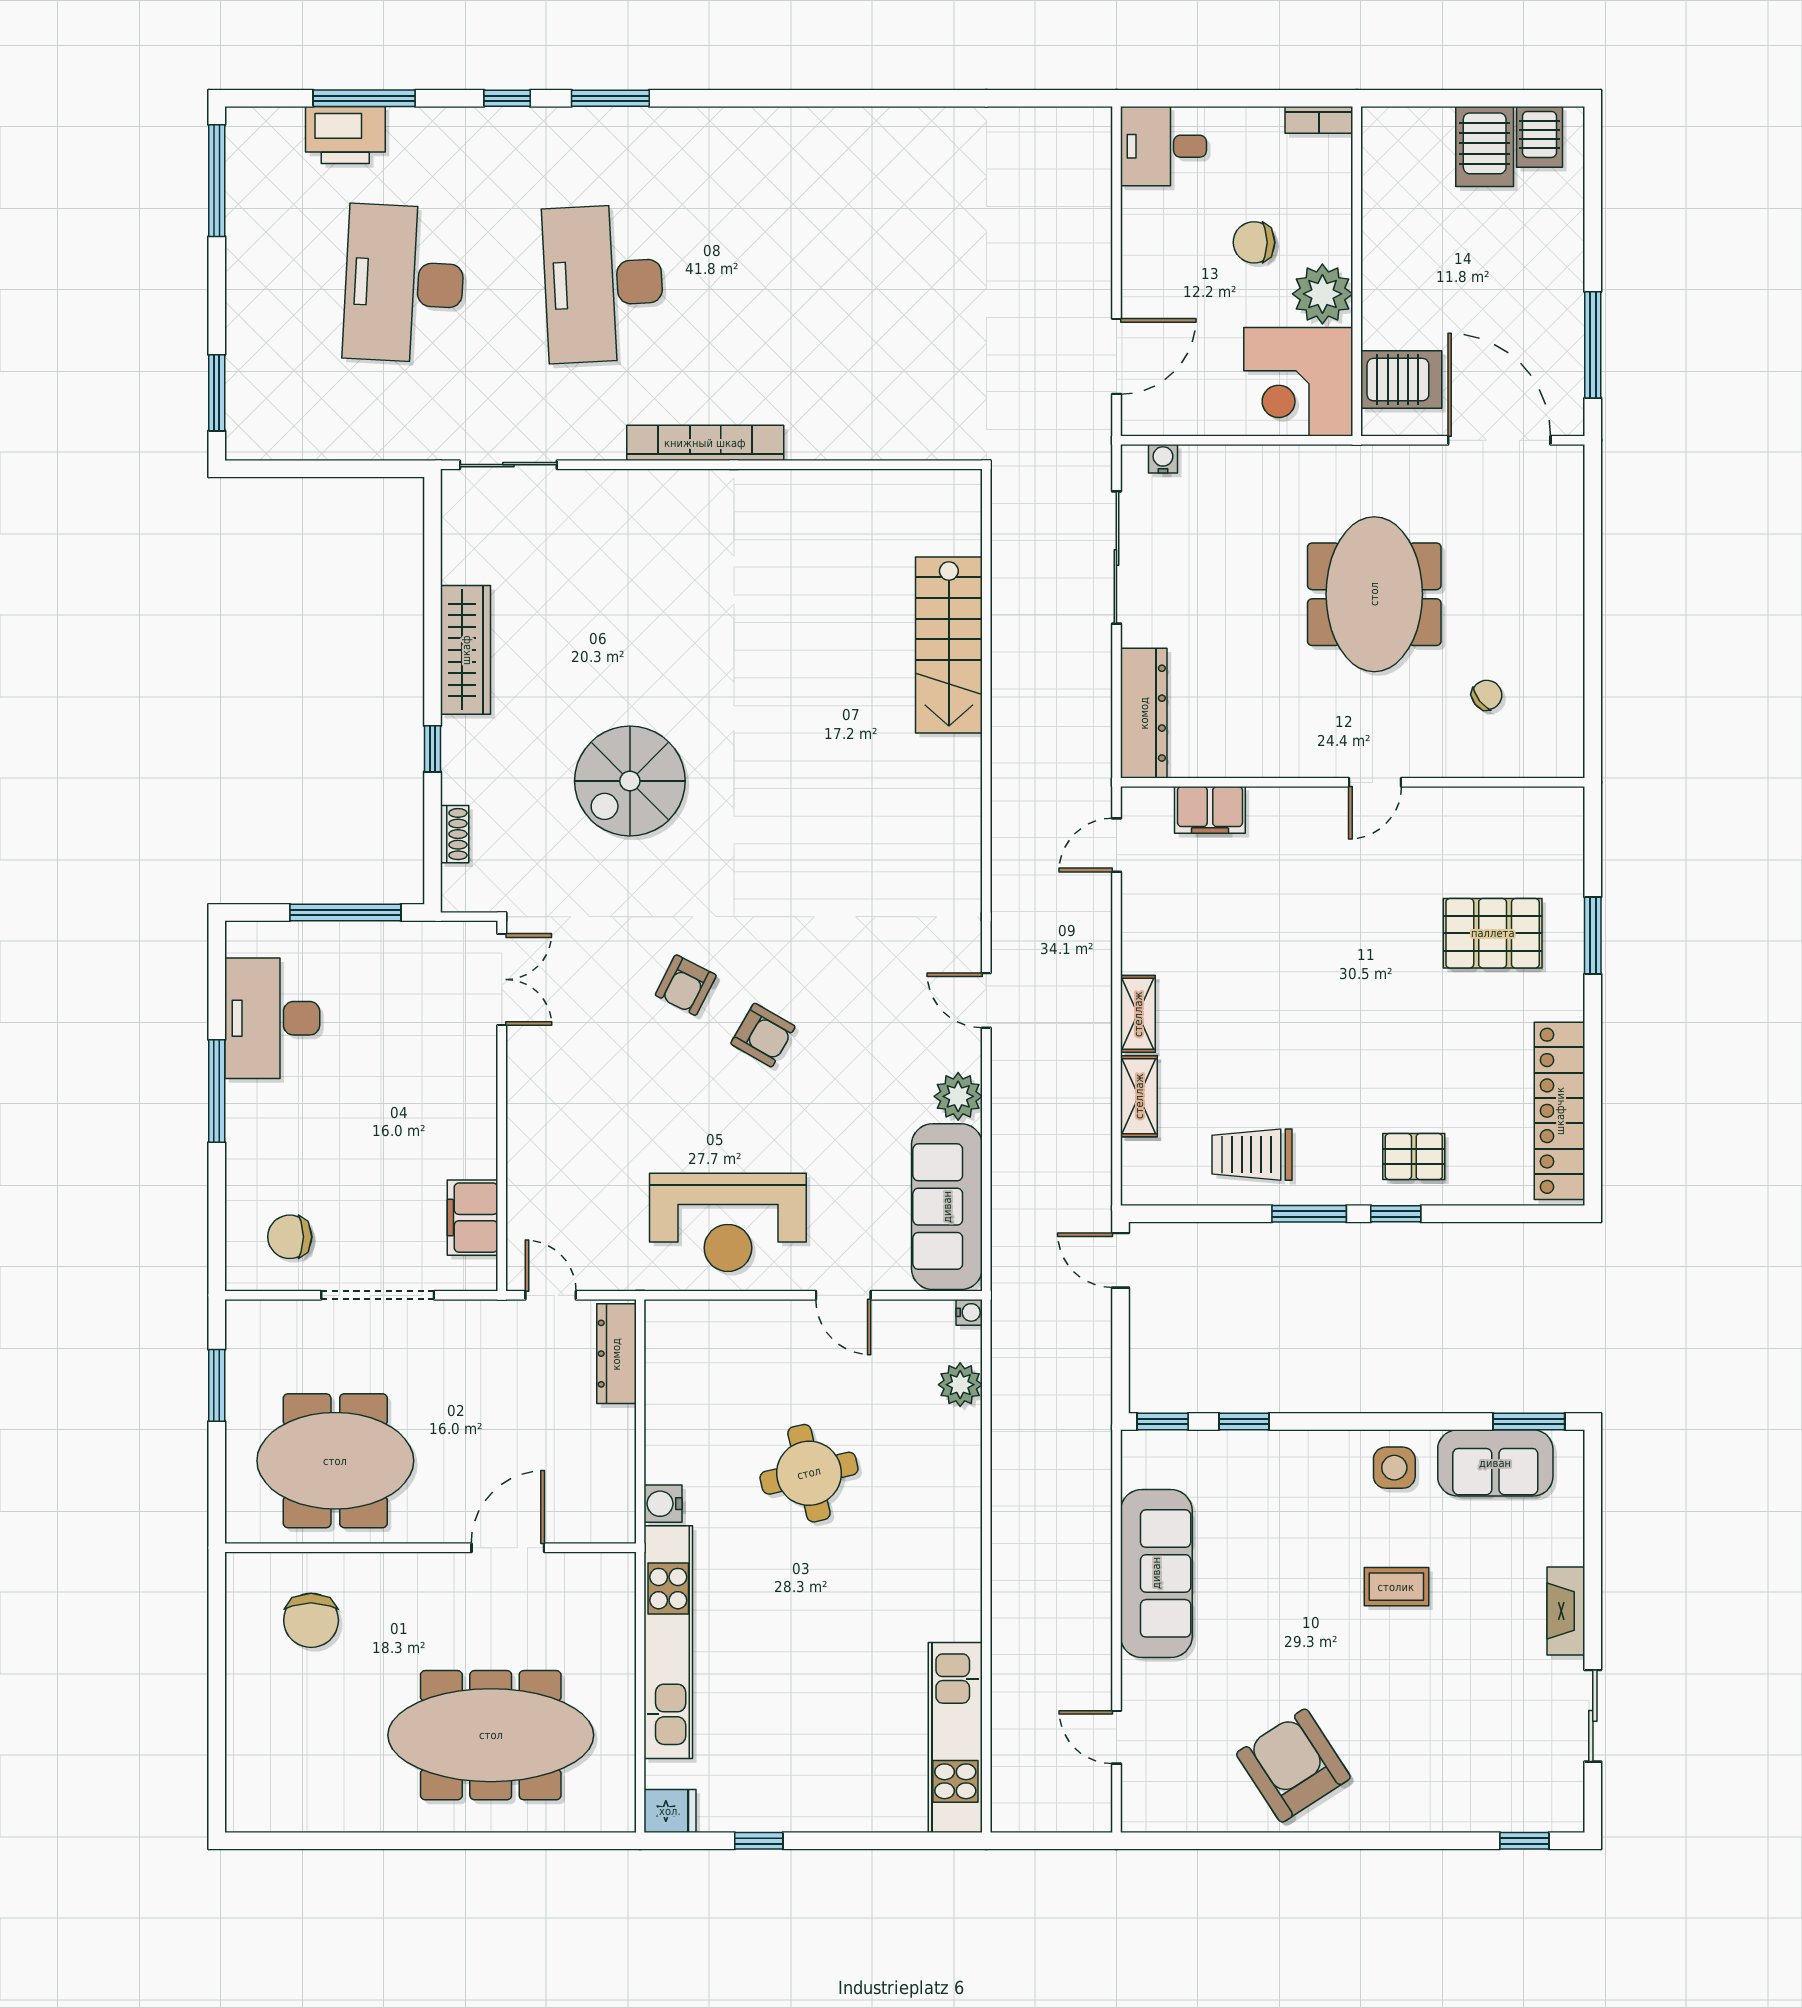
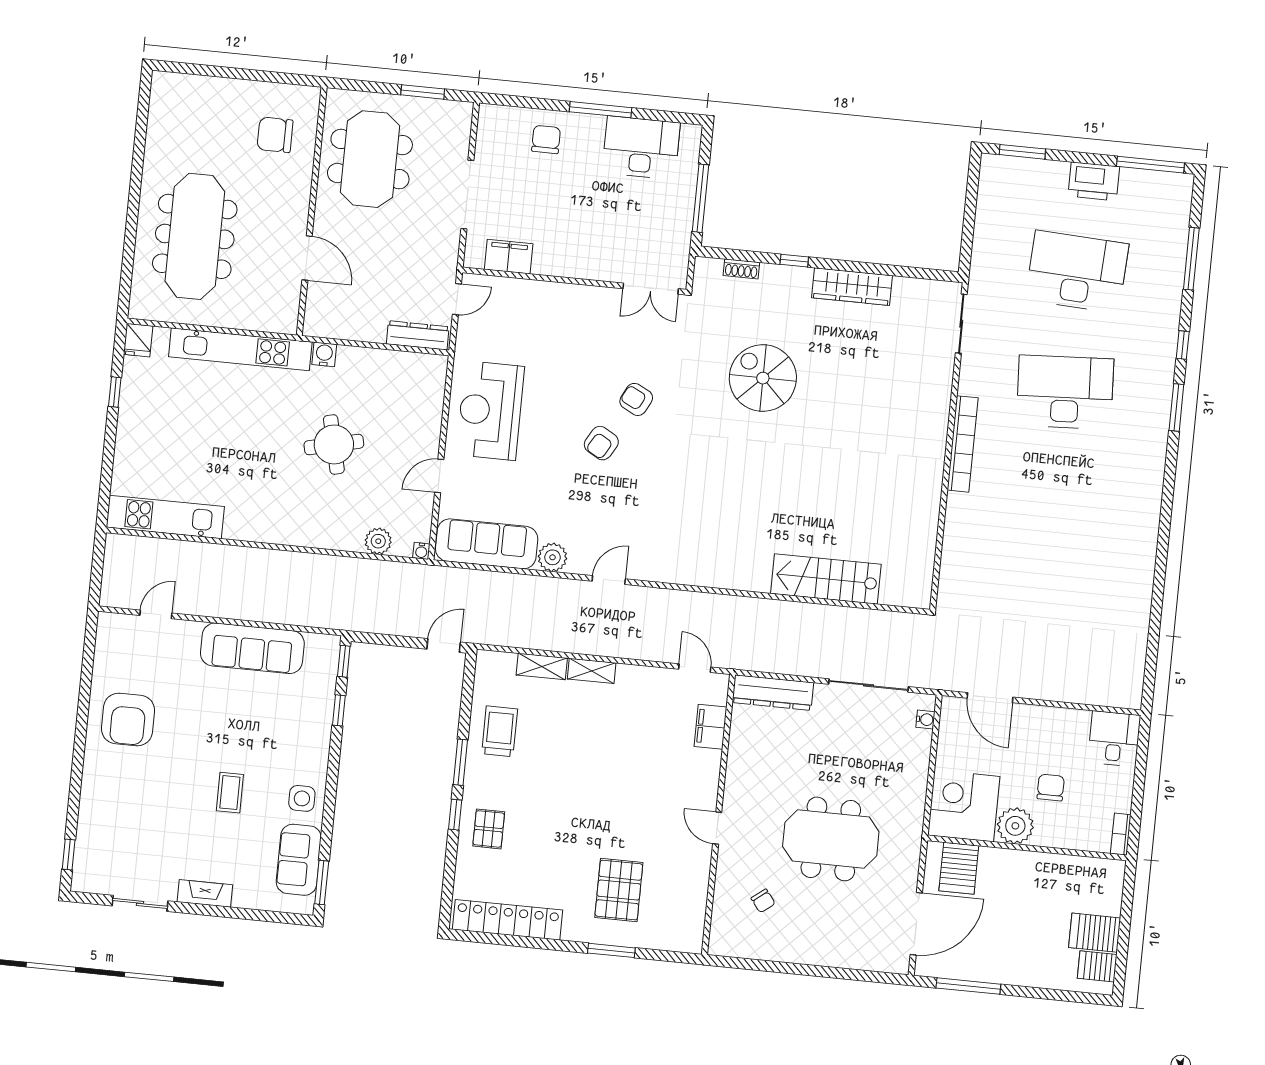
printer: (345, 135) -> (1094, 181), moved, turned -90
chair: (290, 1237) -> (546, 139), moved
armchair: (1293, 1766) -> (128, 720), turned 123

